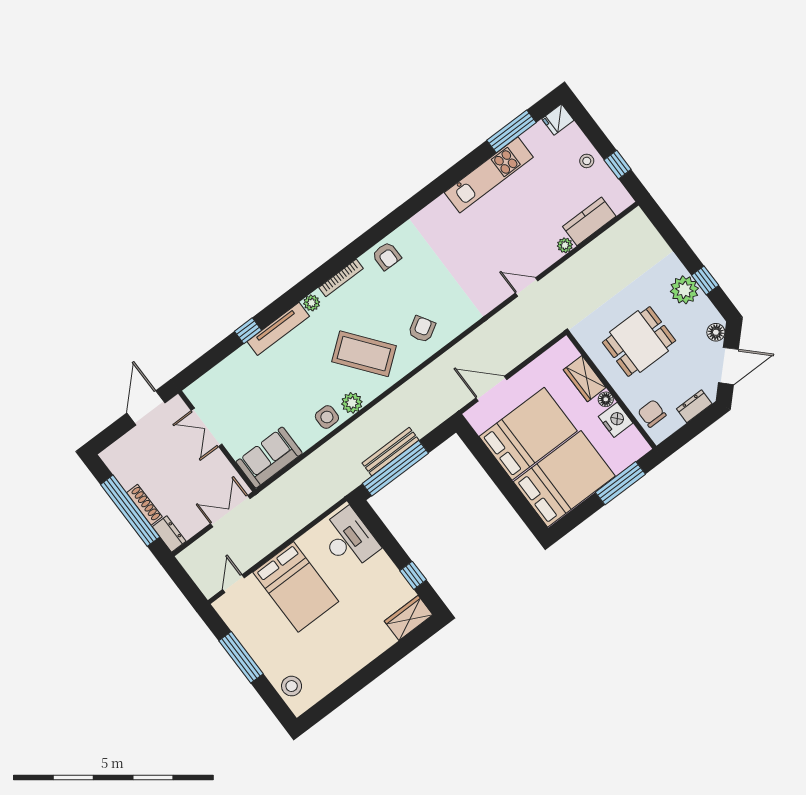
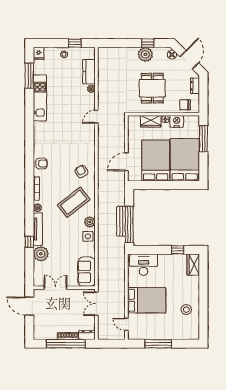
plant: (243, 363) -> (41, 254), added
double door: (207, 427) -> (55, 288), swing flipped
stool: (292, 686) -> (186, 310), moved

